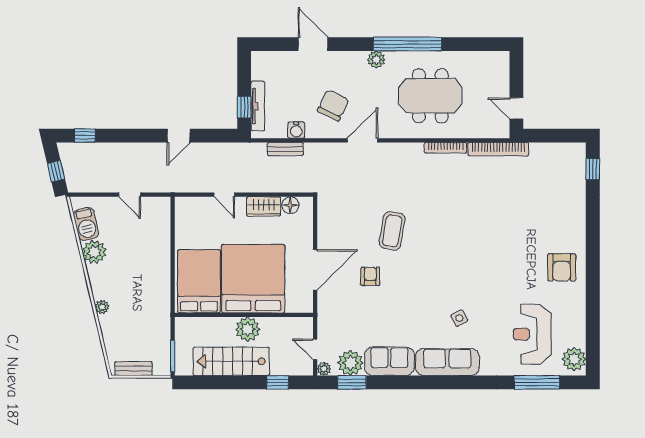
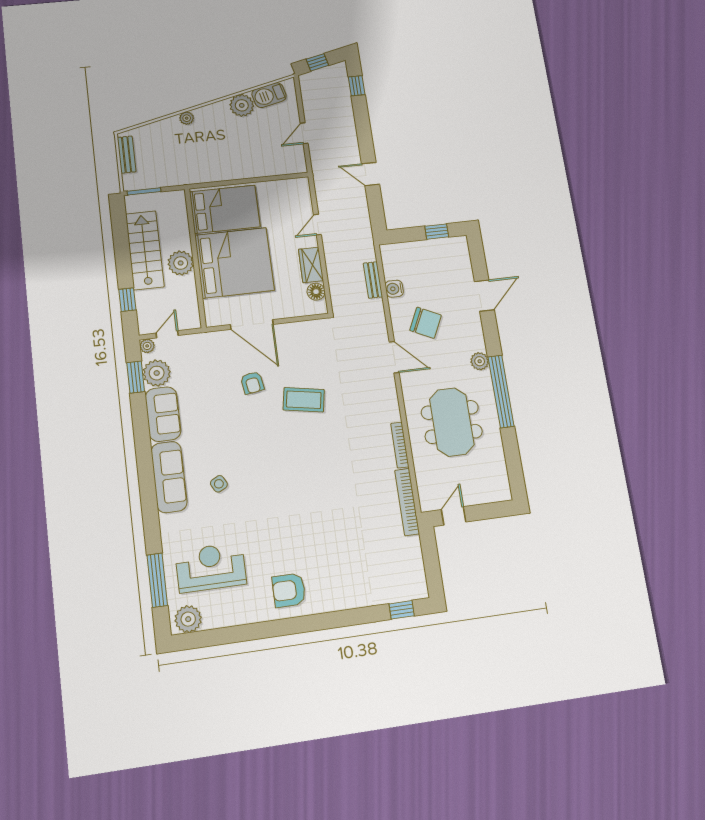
tv unit: (258, 106) -> (412, 248), removed
window: (244, 107) -> (437, 232), moved
armchair: (370, 276) -> (252, 383), turned 81

